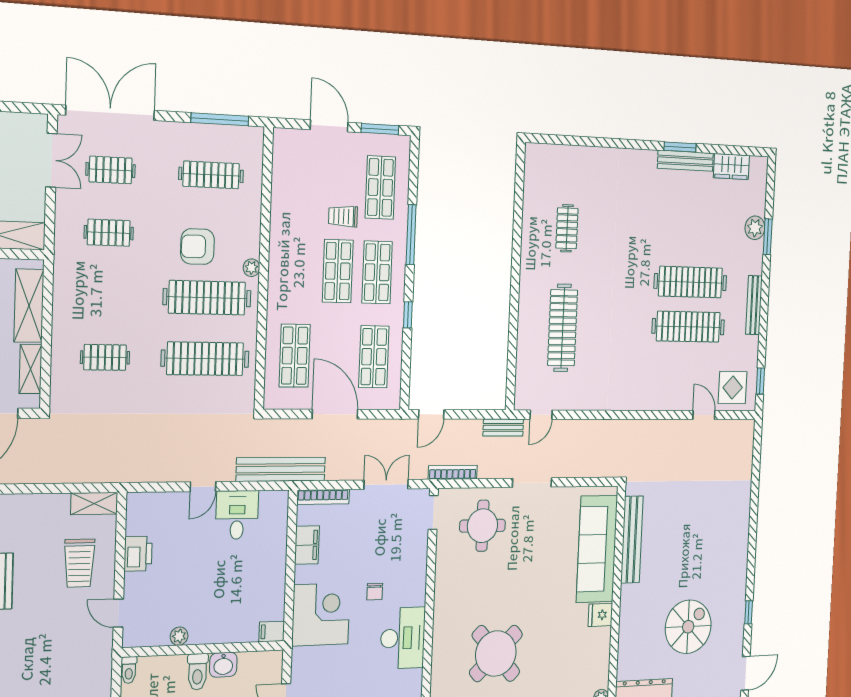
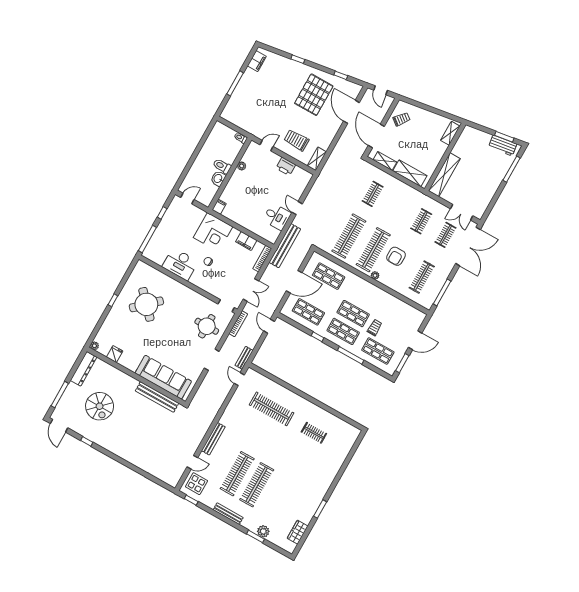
bench: (685, 161) -> (213, 439), moved
armchair: (197, 247) -> (396, 256), turned 180
fridge: (600, 615) -> (115, 354), moved

